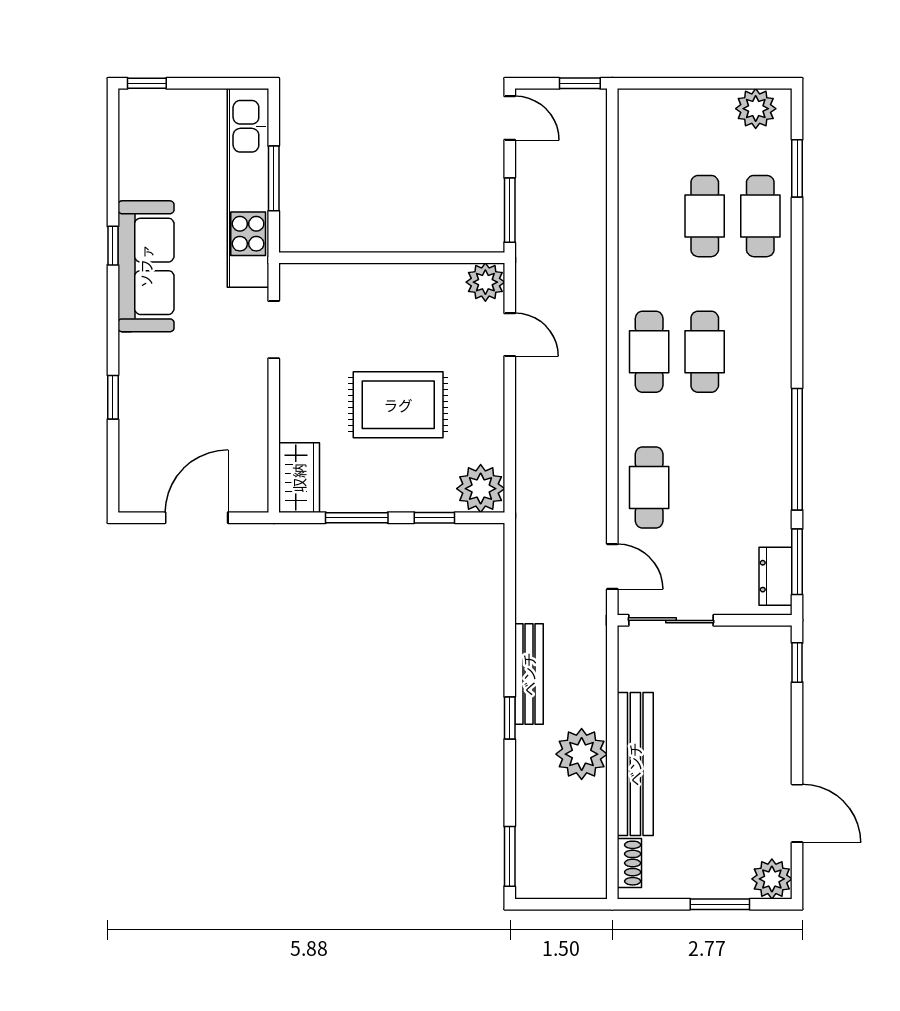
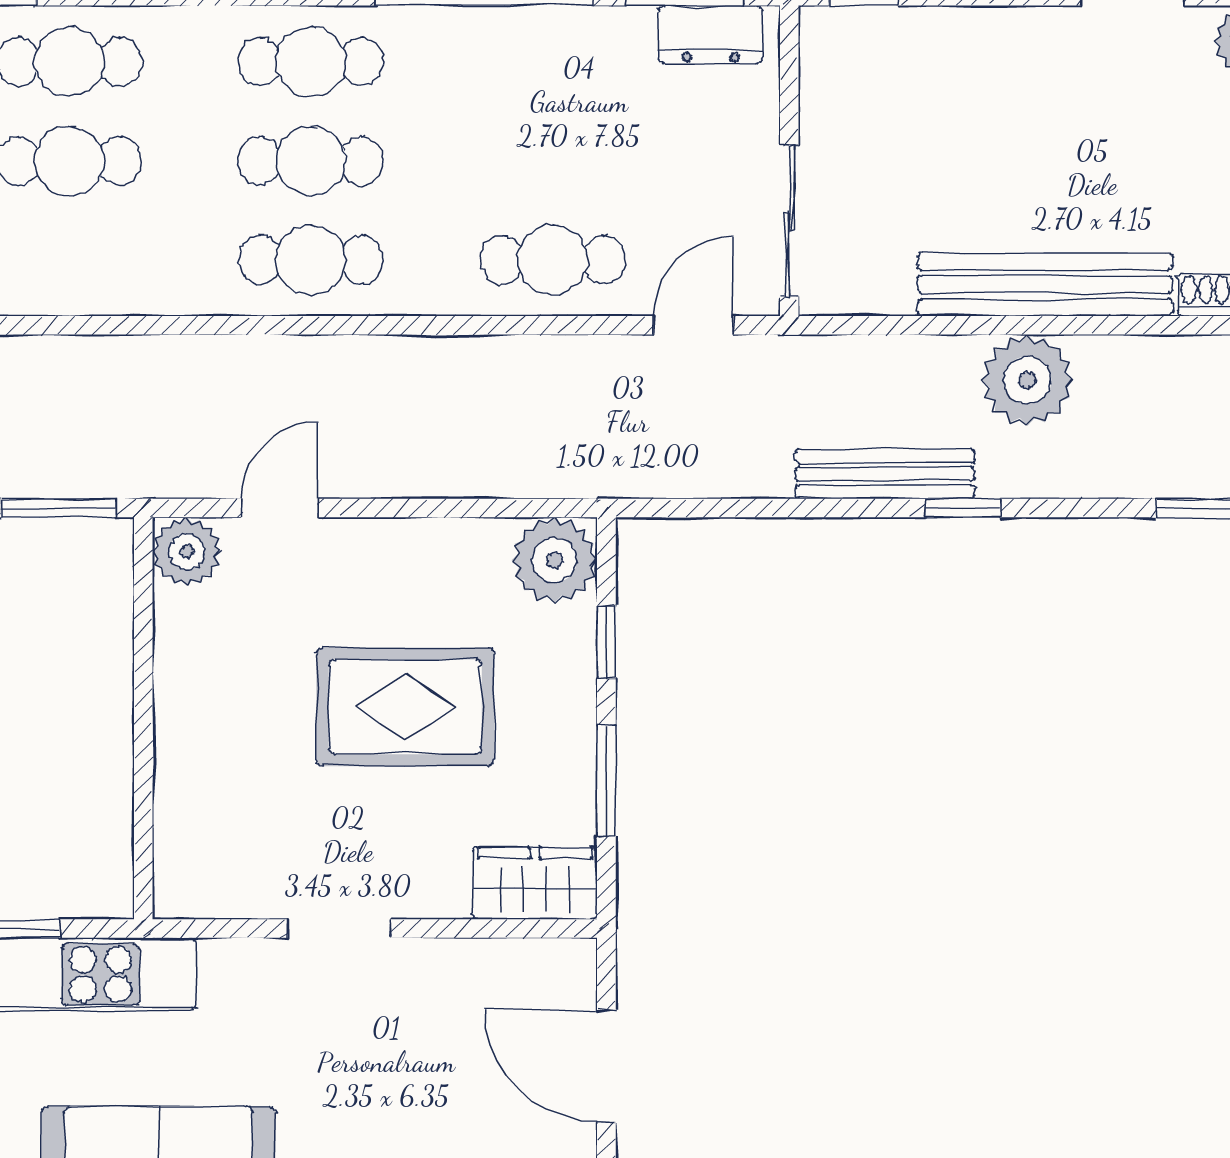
doorway: (274, 330) -> (339, 929), moved
cafe table: (760, 352) -> (311, 62), added
rug: (398, 405) -> (405, 707), turned 90

